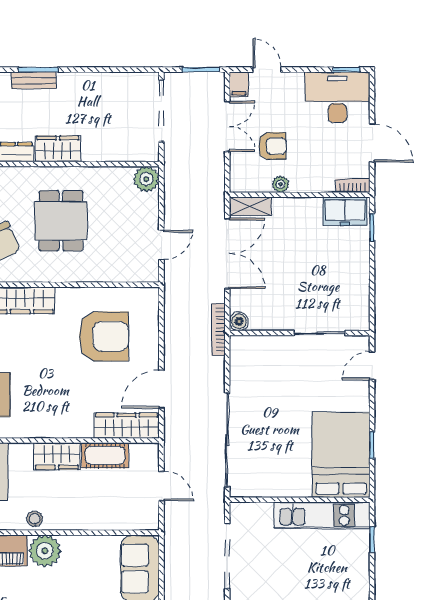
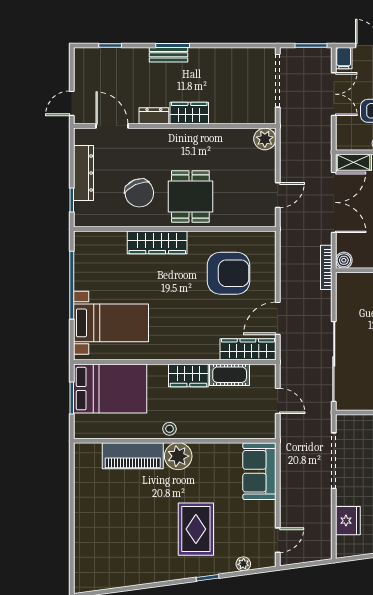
dining table: (61, 221) -> (190, 197), moved

